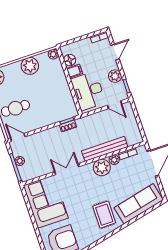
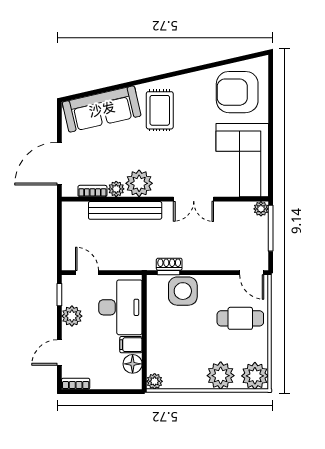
plant: (30, 66) -> (221, 376), moved
side table: (55, 113) -> (183, 291), added
plant: (20, 161) -> (261, 209), moved

